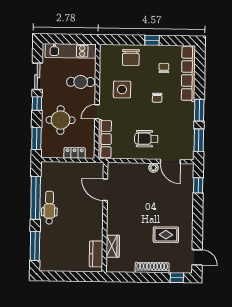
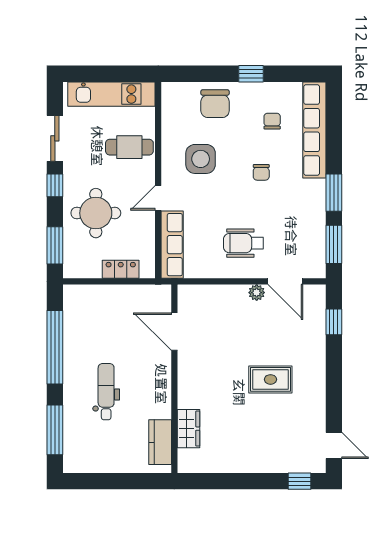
dental chair: (49, 208) -> (106, 392), moved
rug: (166, 235) -> (270, 379), moved
shoe rack: (152, 268) -> (257, 464), removed

